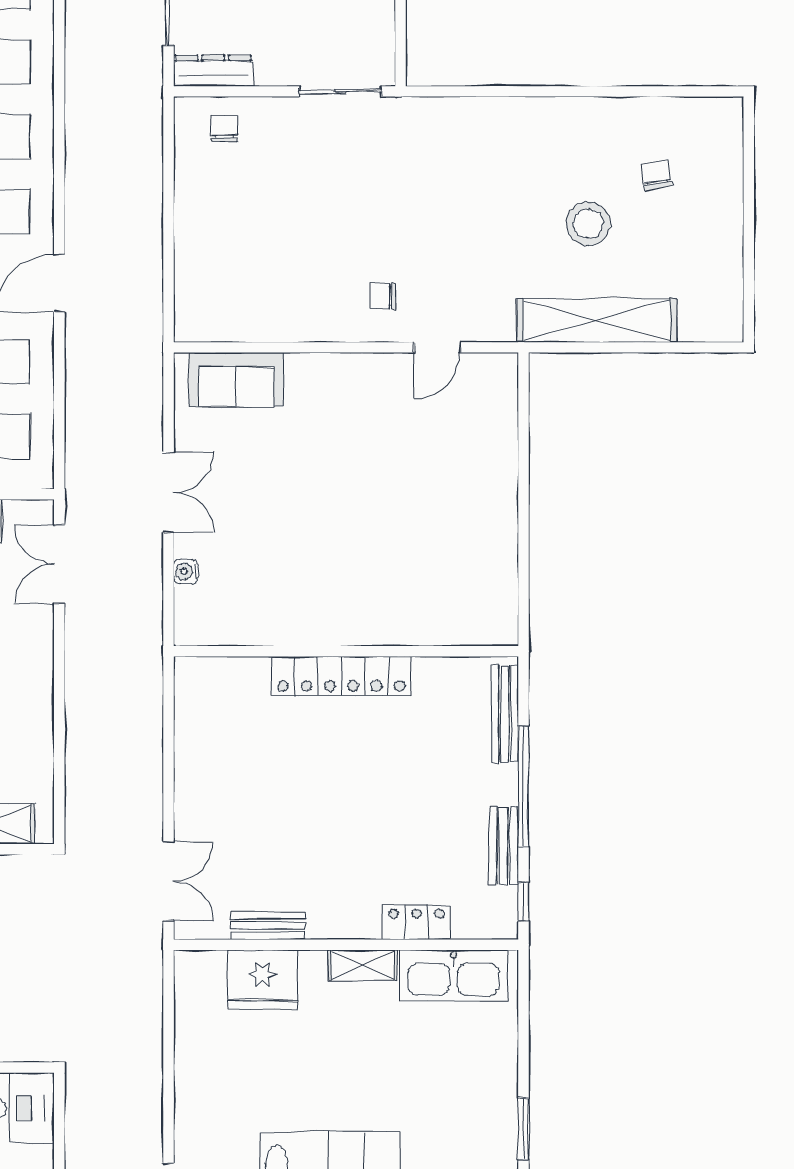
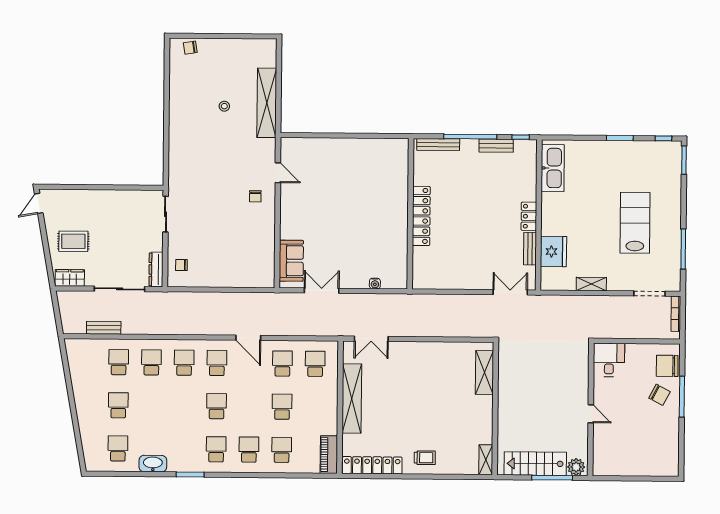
chair: (656, 175) -> (190, 48), moved
stool: (588, 224) -> (224, 106), width x0.53, depth x0.53
double door: (168, 492) -> (322, 291), moved
locker: (416, 922) -> (529, 216), moved
shelving: (363, 965) -> (591, 284), moved, turned 90

